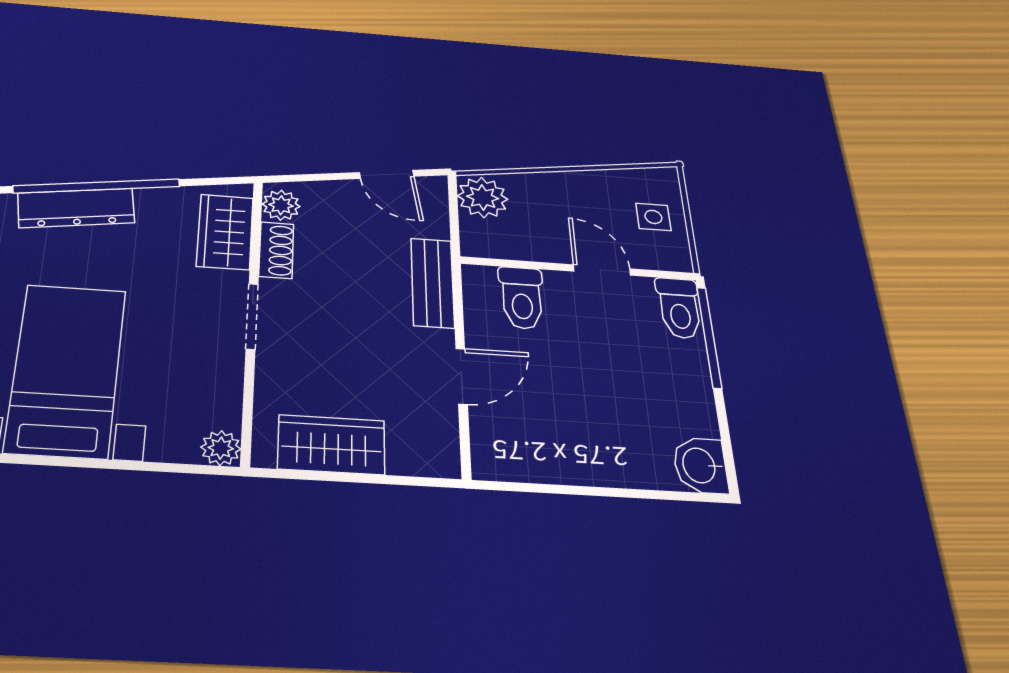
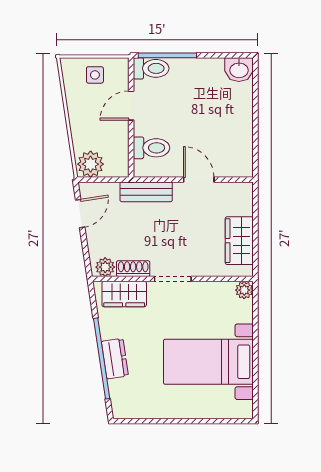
dresser: (76, 208) -> (115, 359), width x0.70

